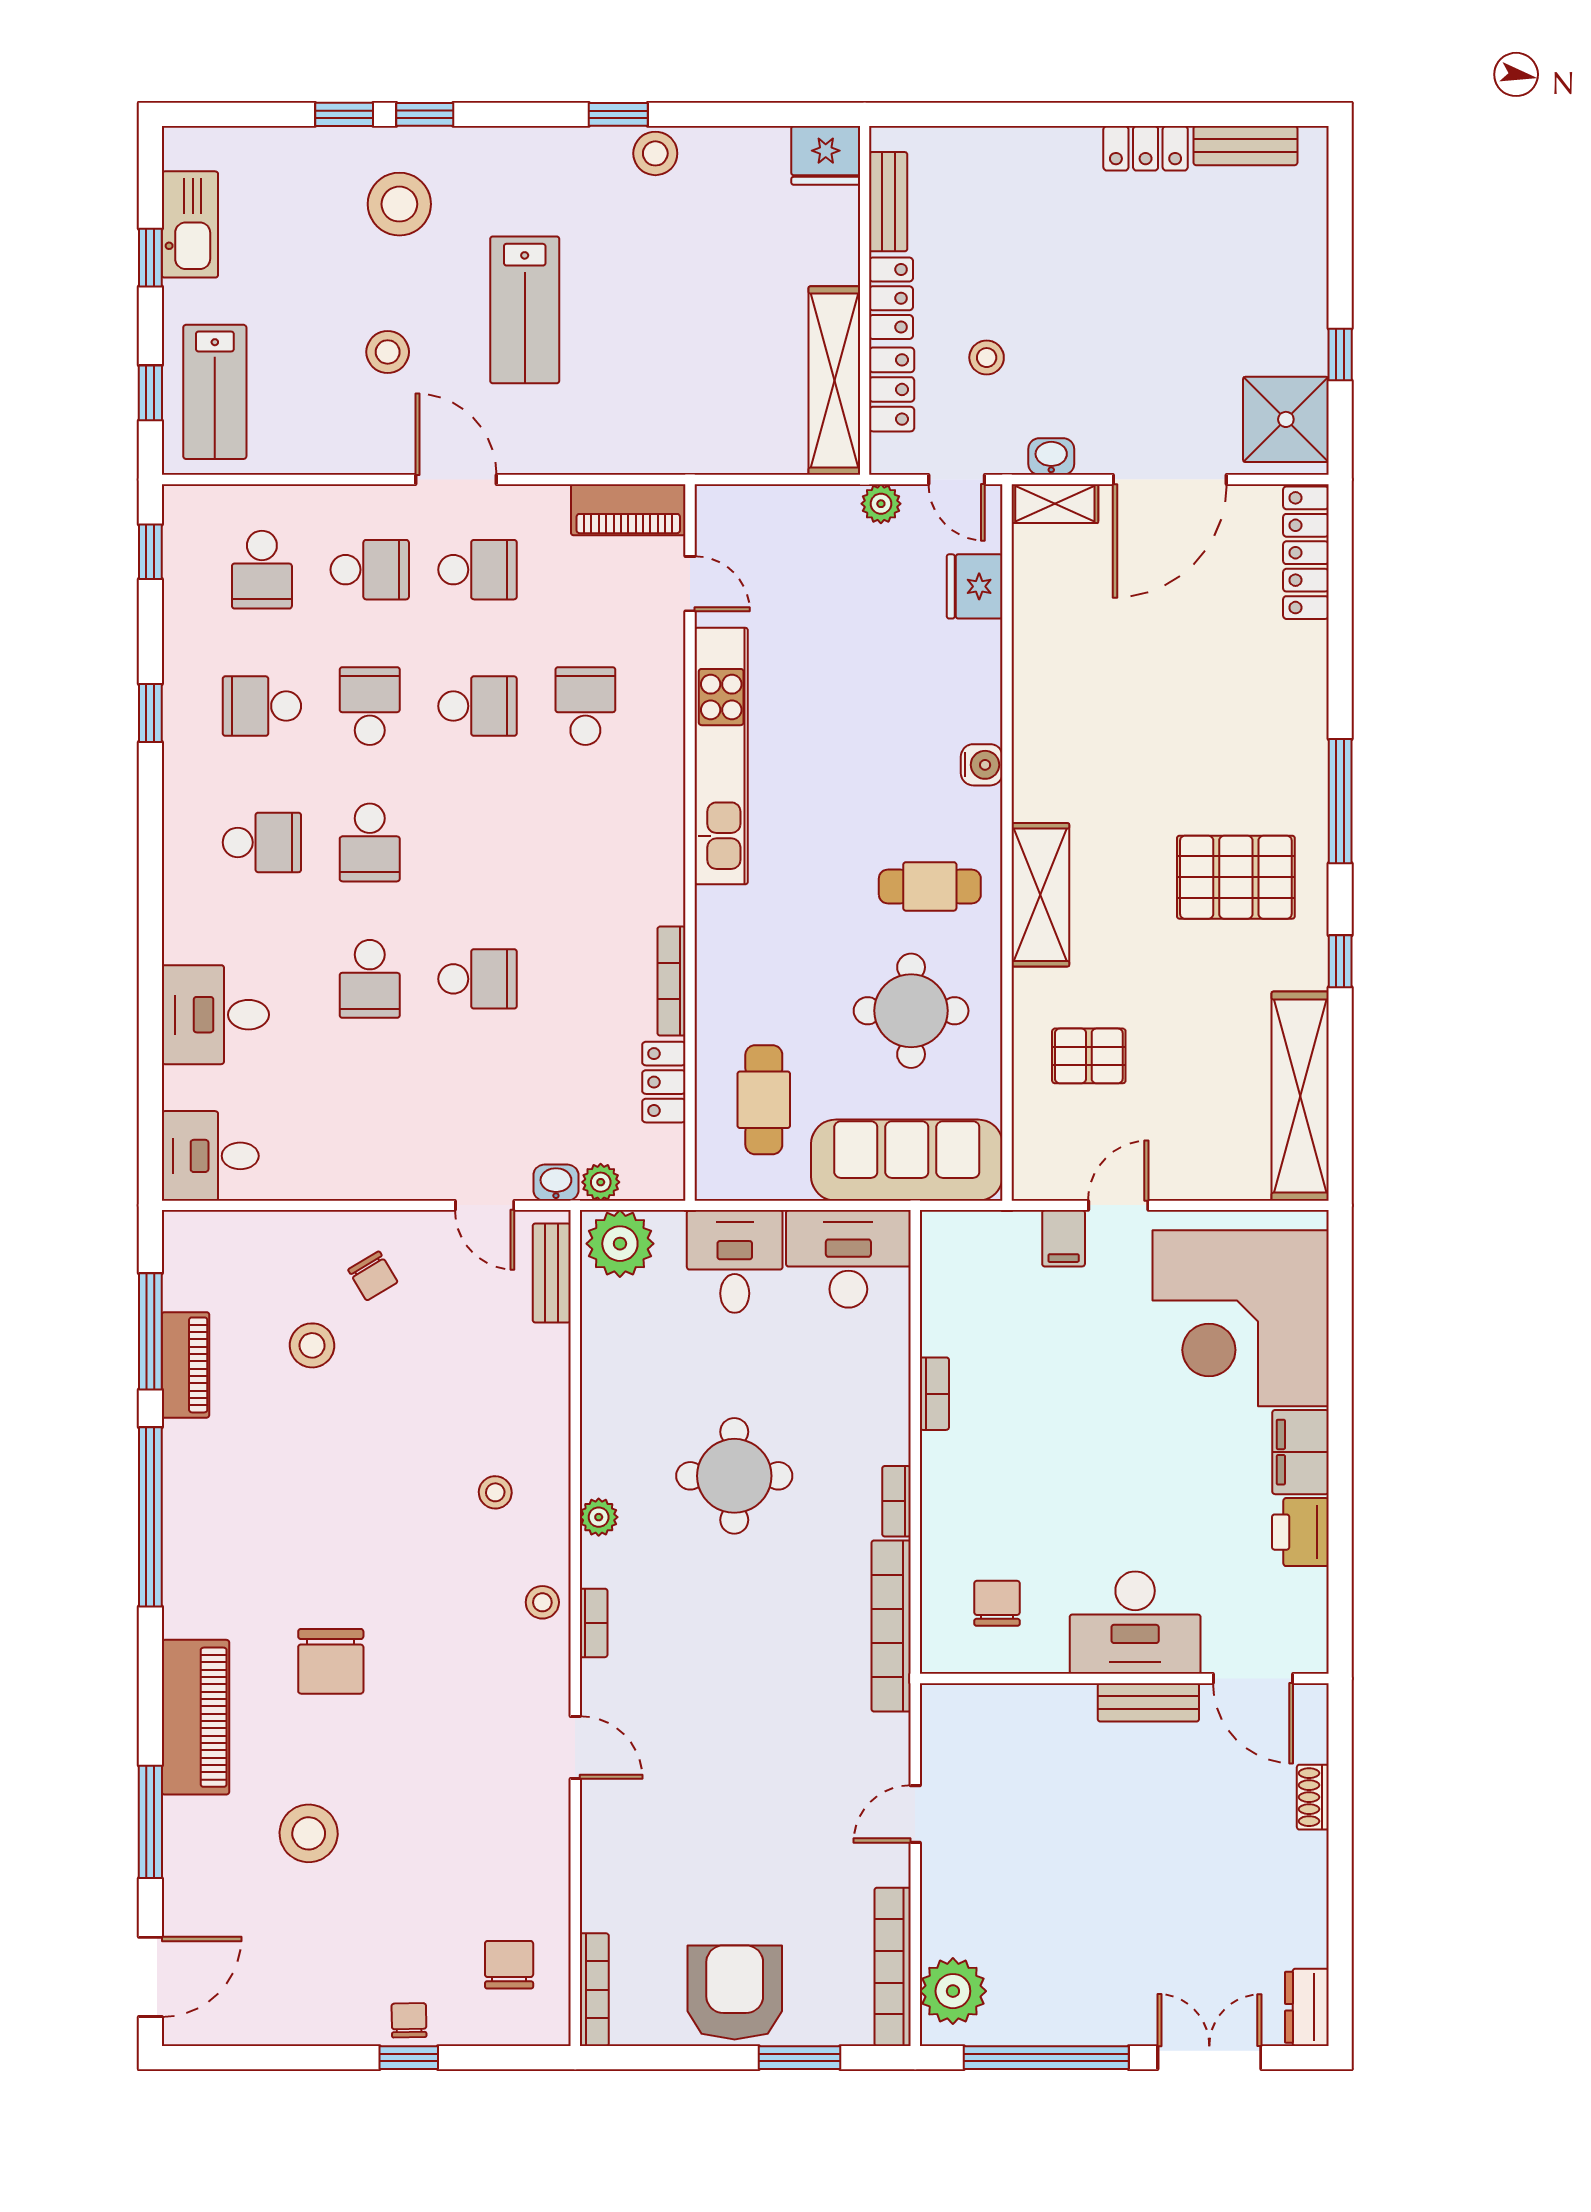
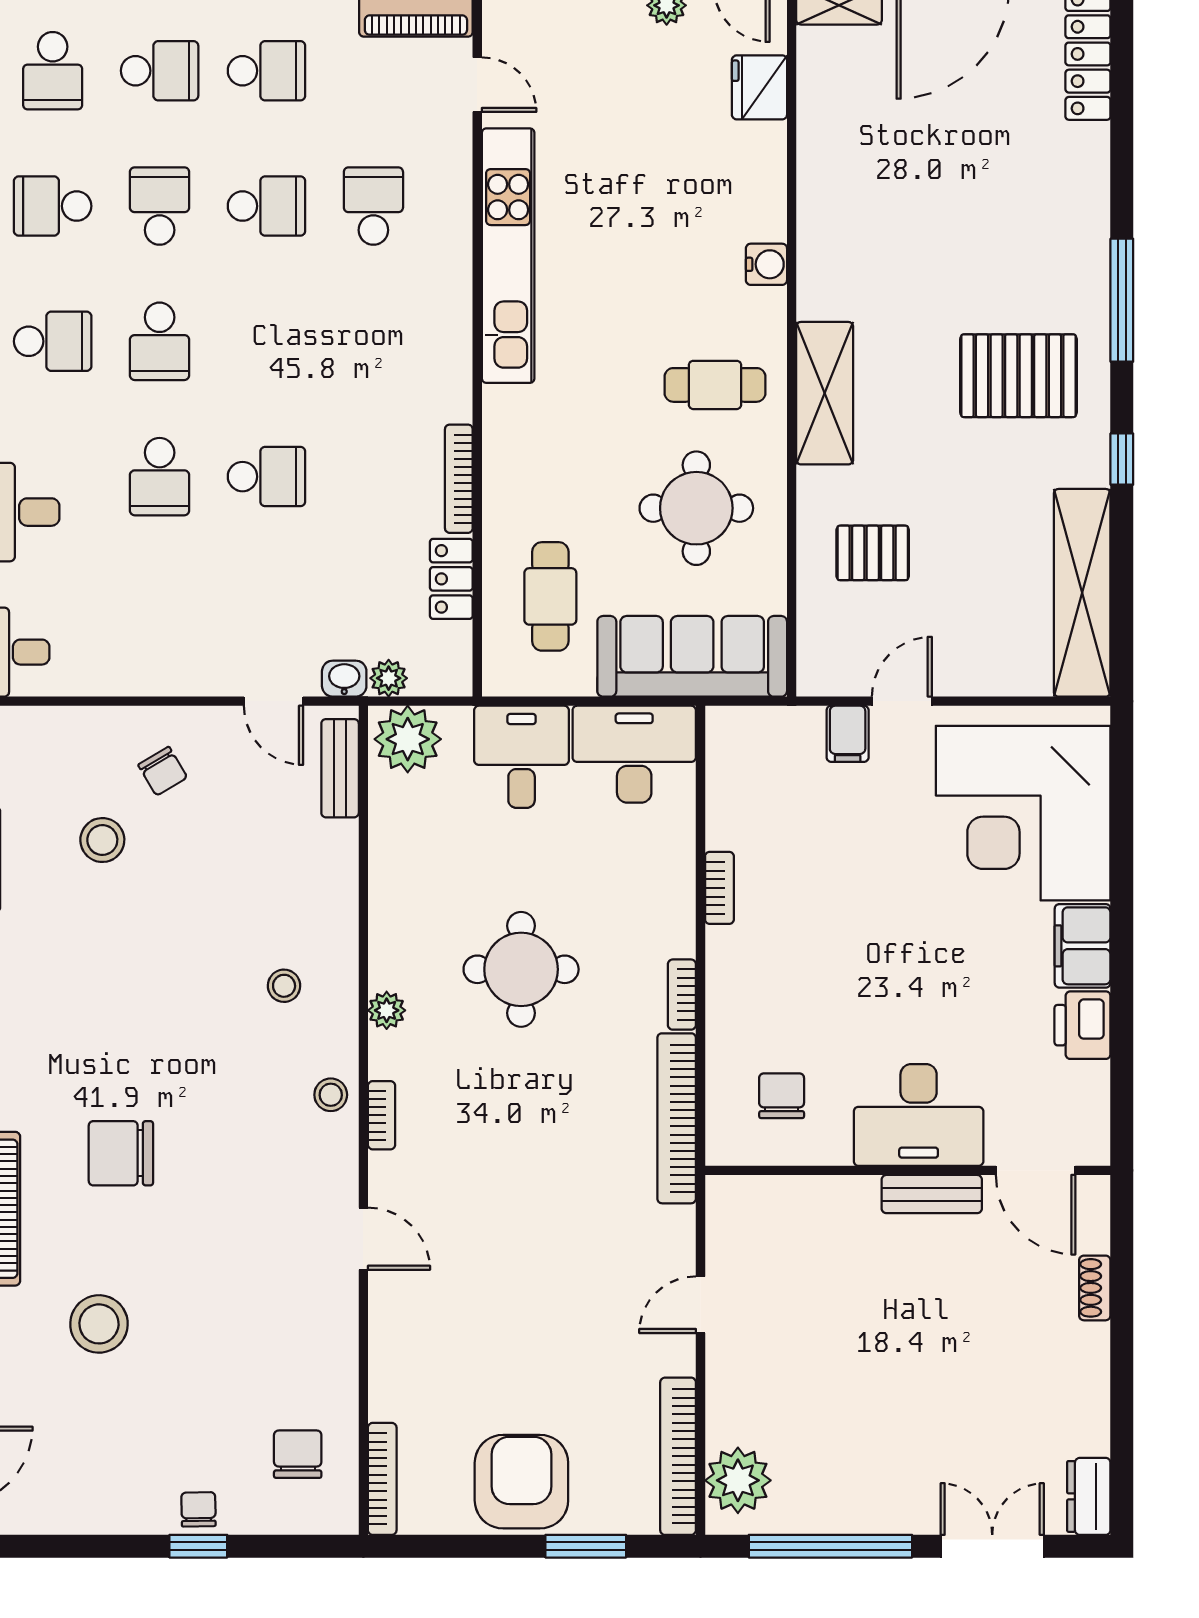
chair: (331, 1661) -> (121, 1153), turned 90

